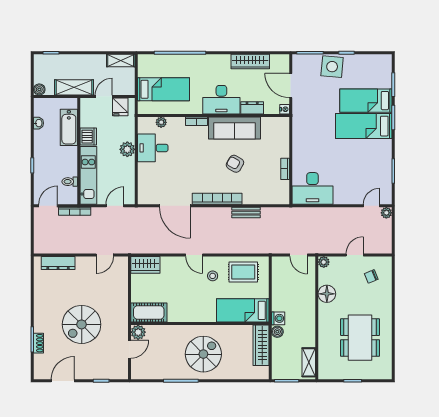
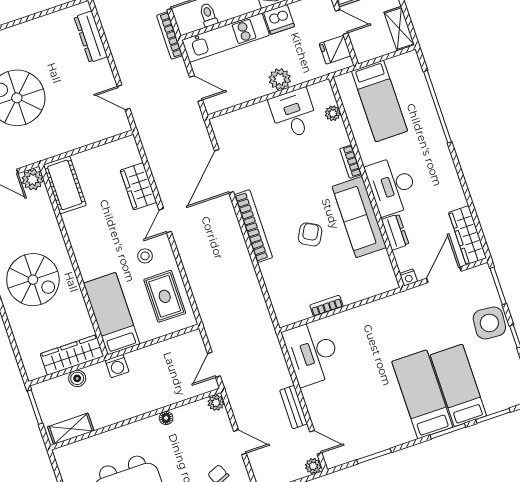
wardrobe: (250, 61) -> (468, 235), moved
bench: (246, 213) -> (294, 407), moved
wardrobe: (145, 265) -> (138, 186), moved
floor lamp: (327, 294) -> (166, 418), width x0.53, depth x0.53
boiler: (277, 332) -> (77, 378), moved

